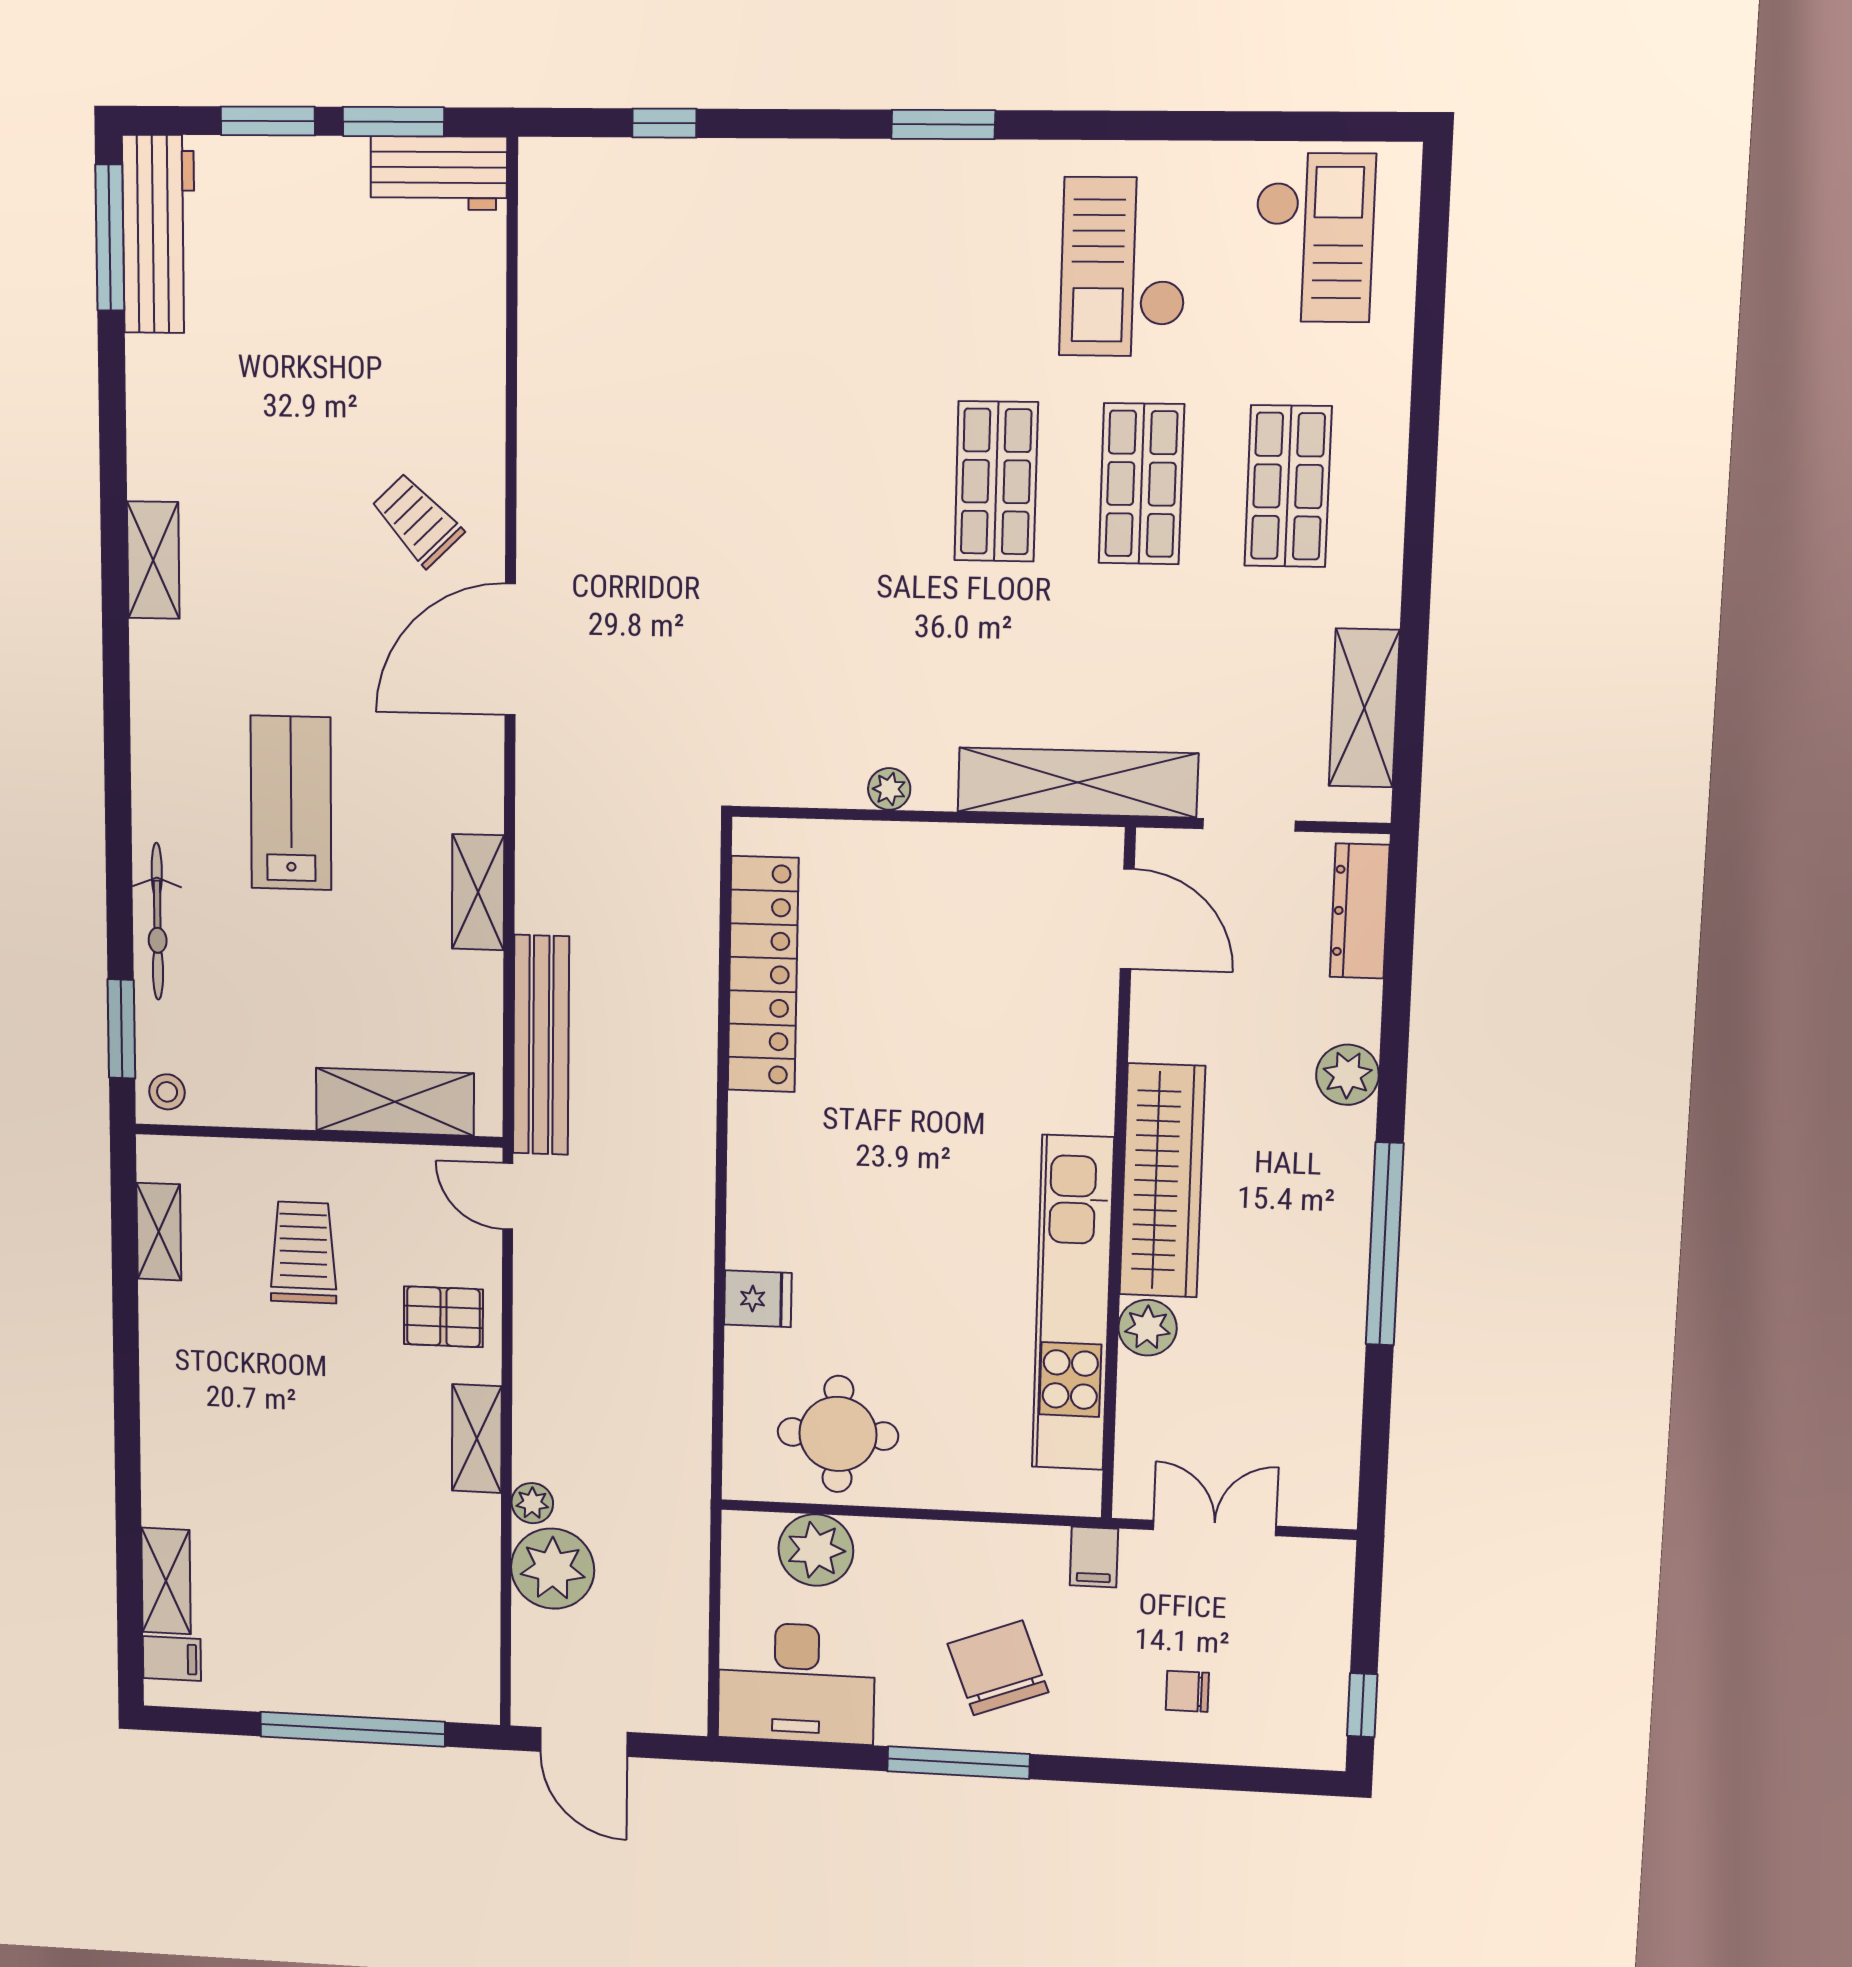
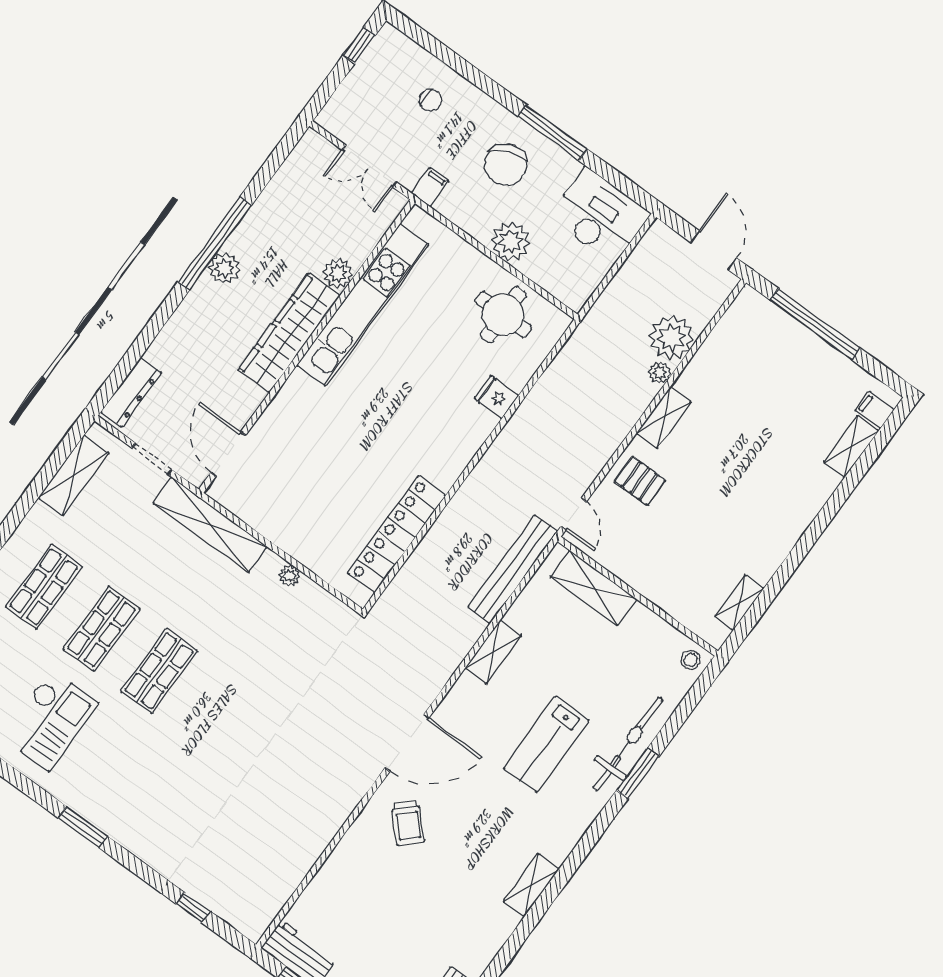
bicycle: (157, 921) -> (628, 744), width x1.37, depth x1.40
window: (121, 1029) -> (638, 773), moved
plant: (1347, 1075) -> (224, 268), moved
trolley: (303, 1252) -> (681, 550), removed
plant: (816, 1550) -> (511, 242), moved

